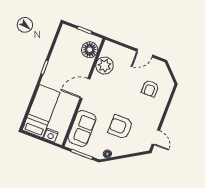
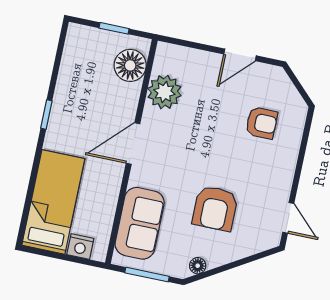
armchair: (150, 88) -> (262, 123), turned -90
armchair: (120, 127) -> (215, 208), turned -90

